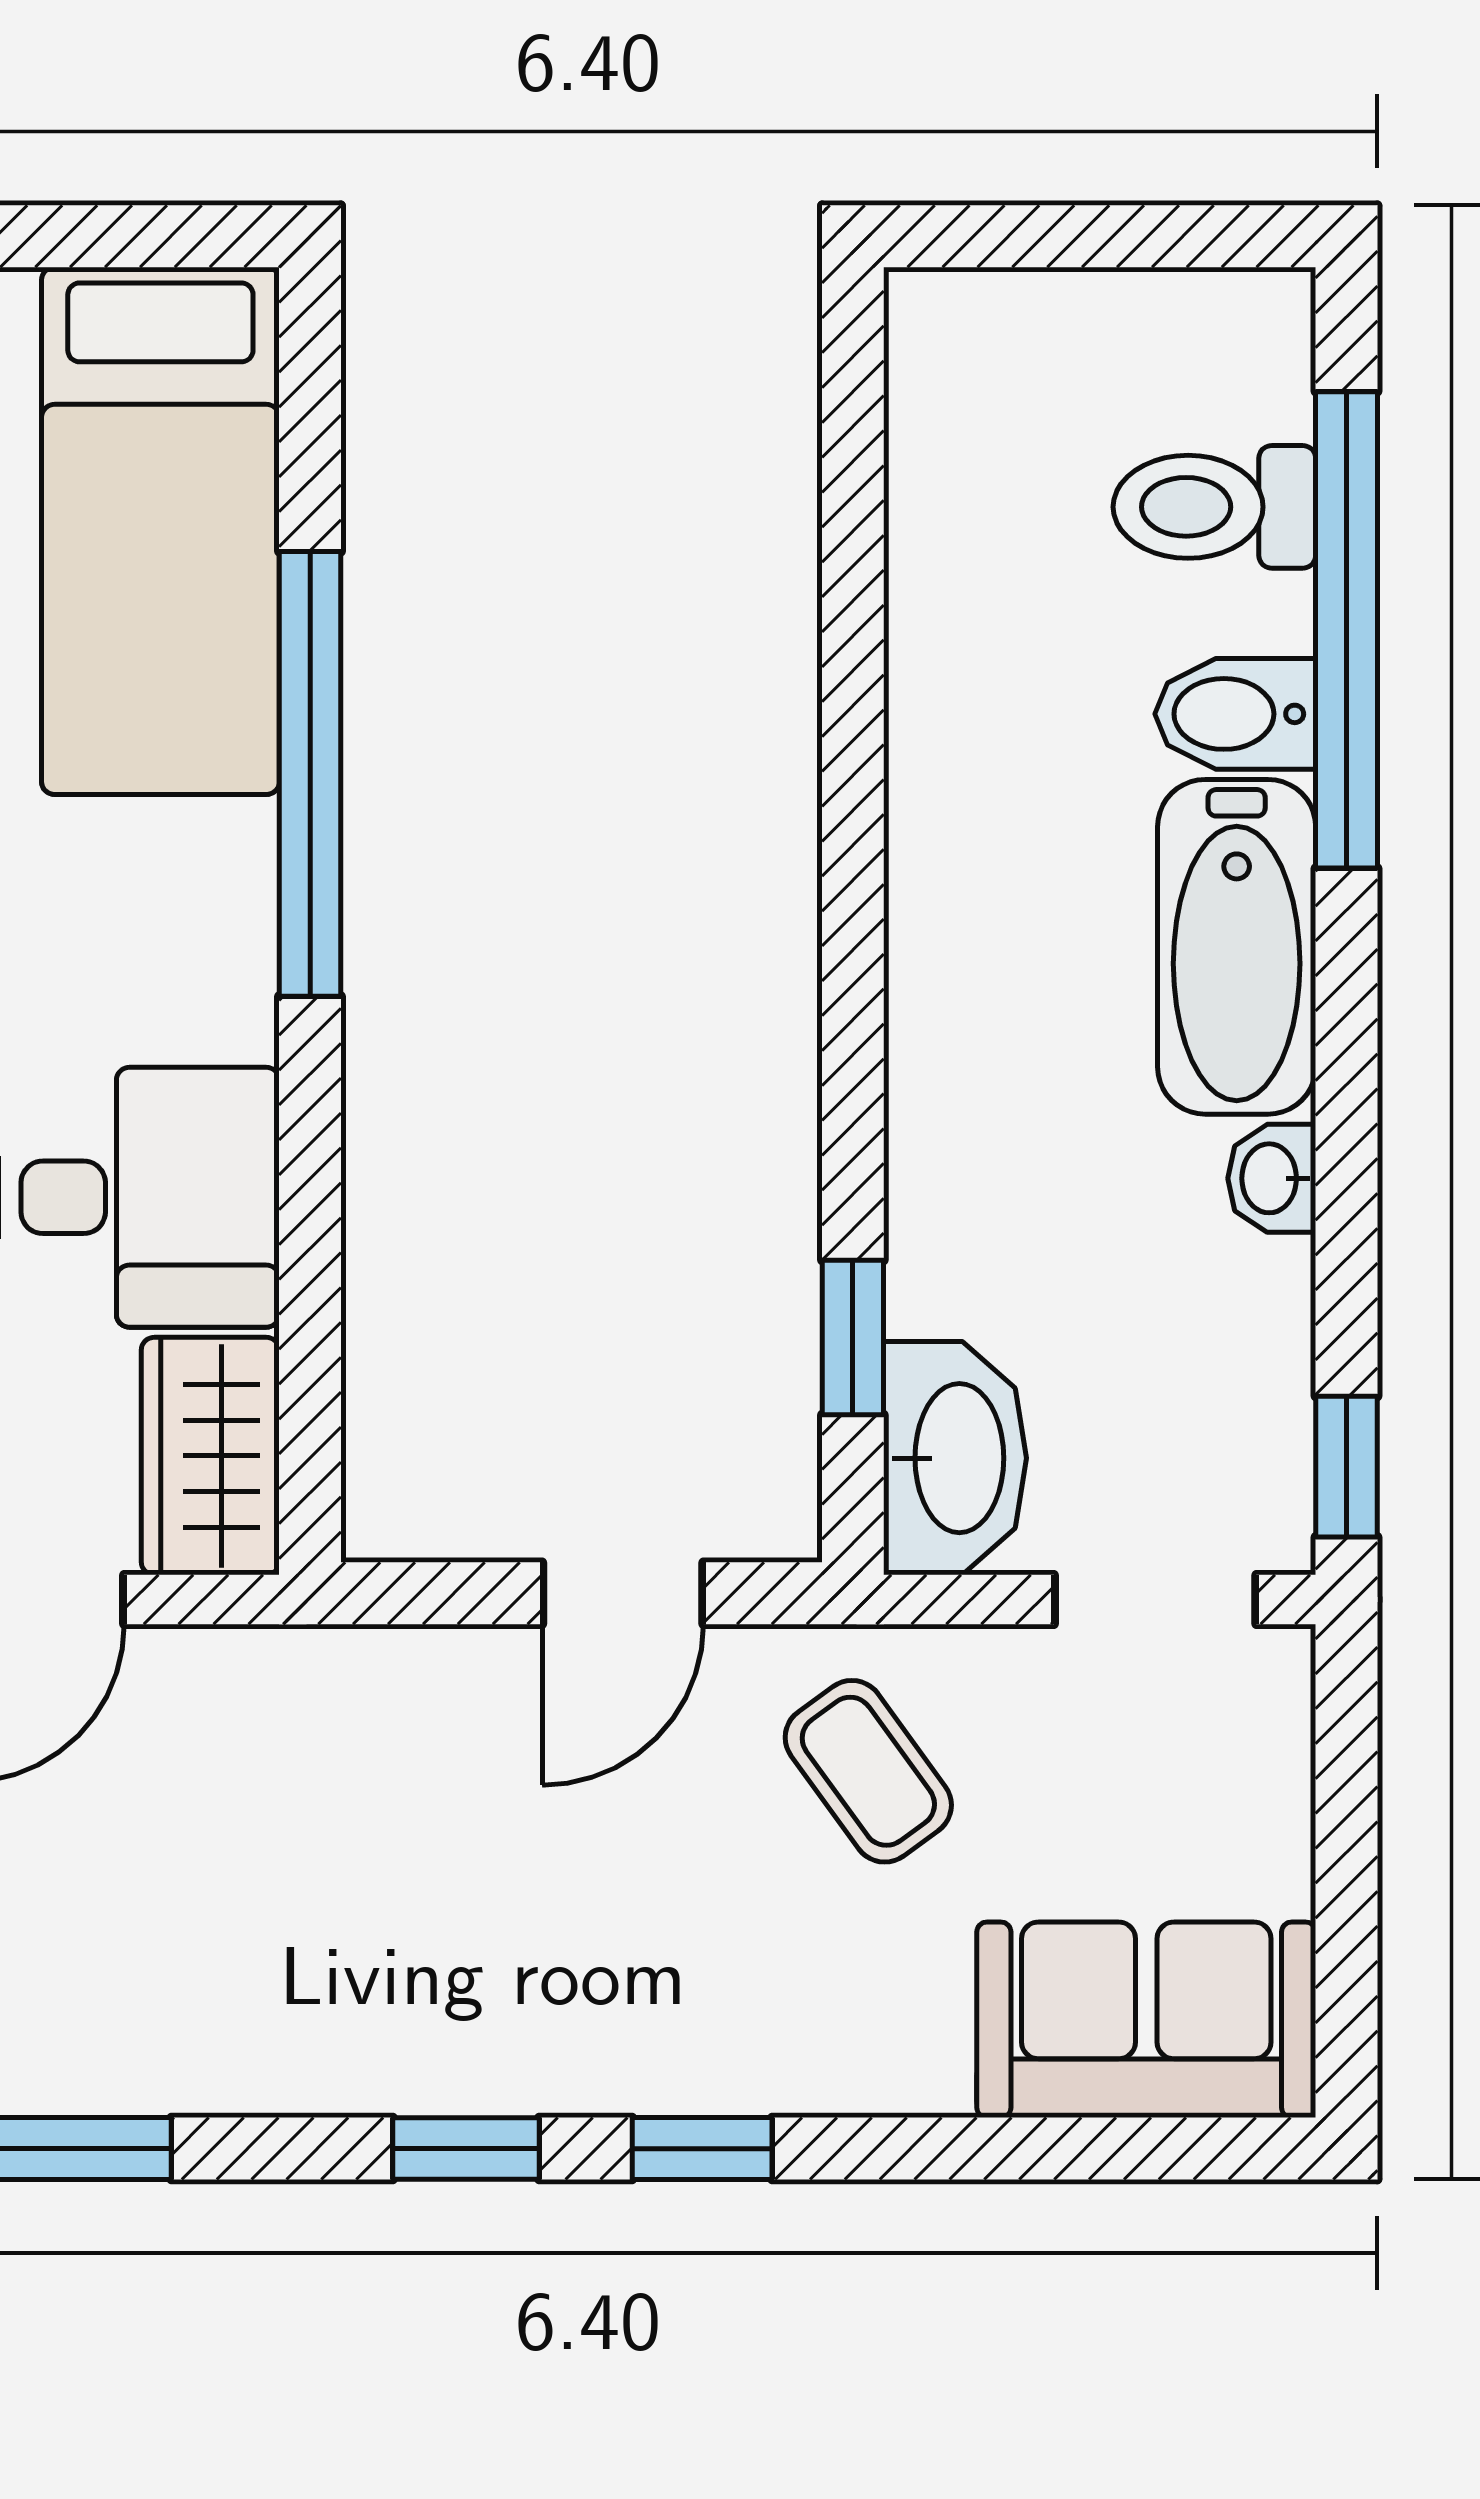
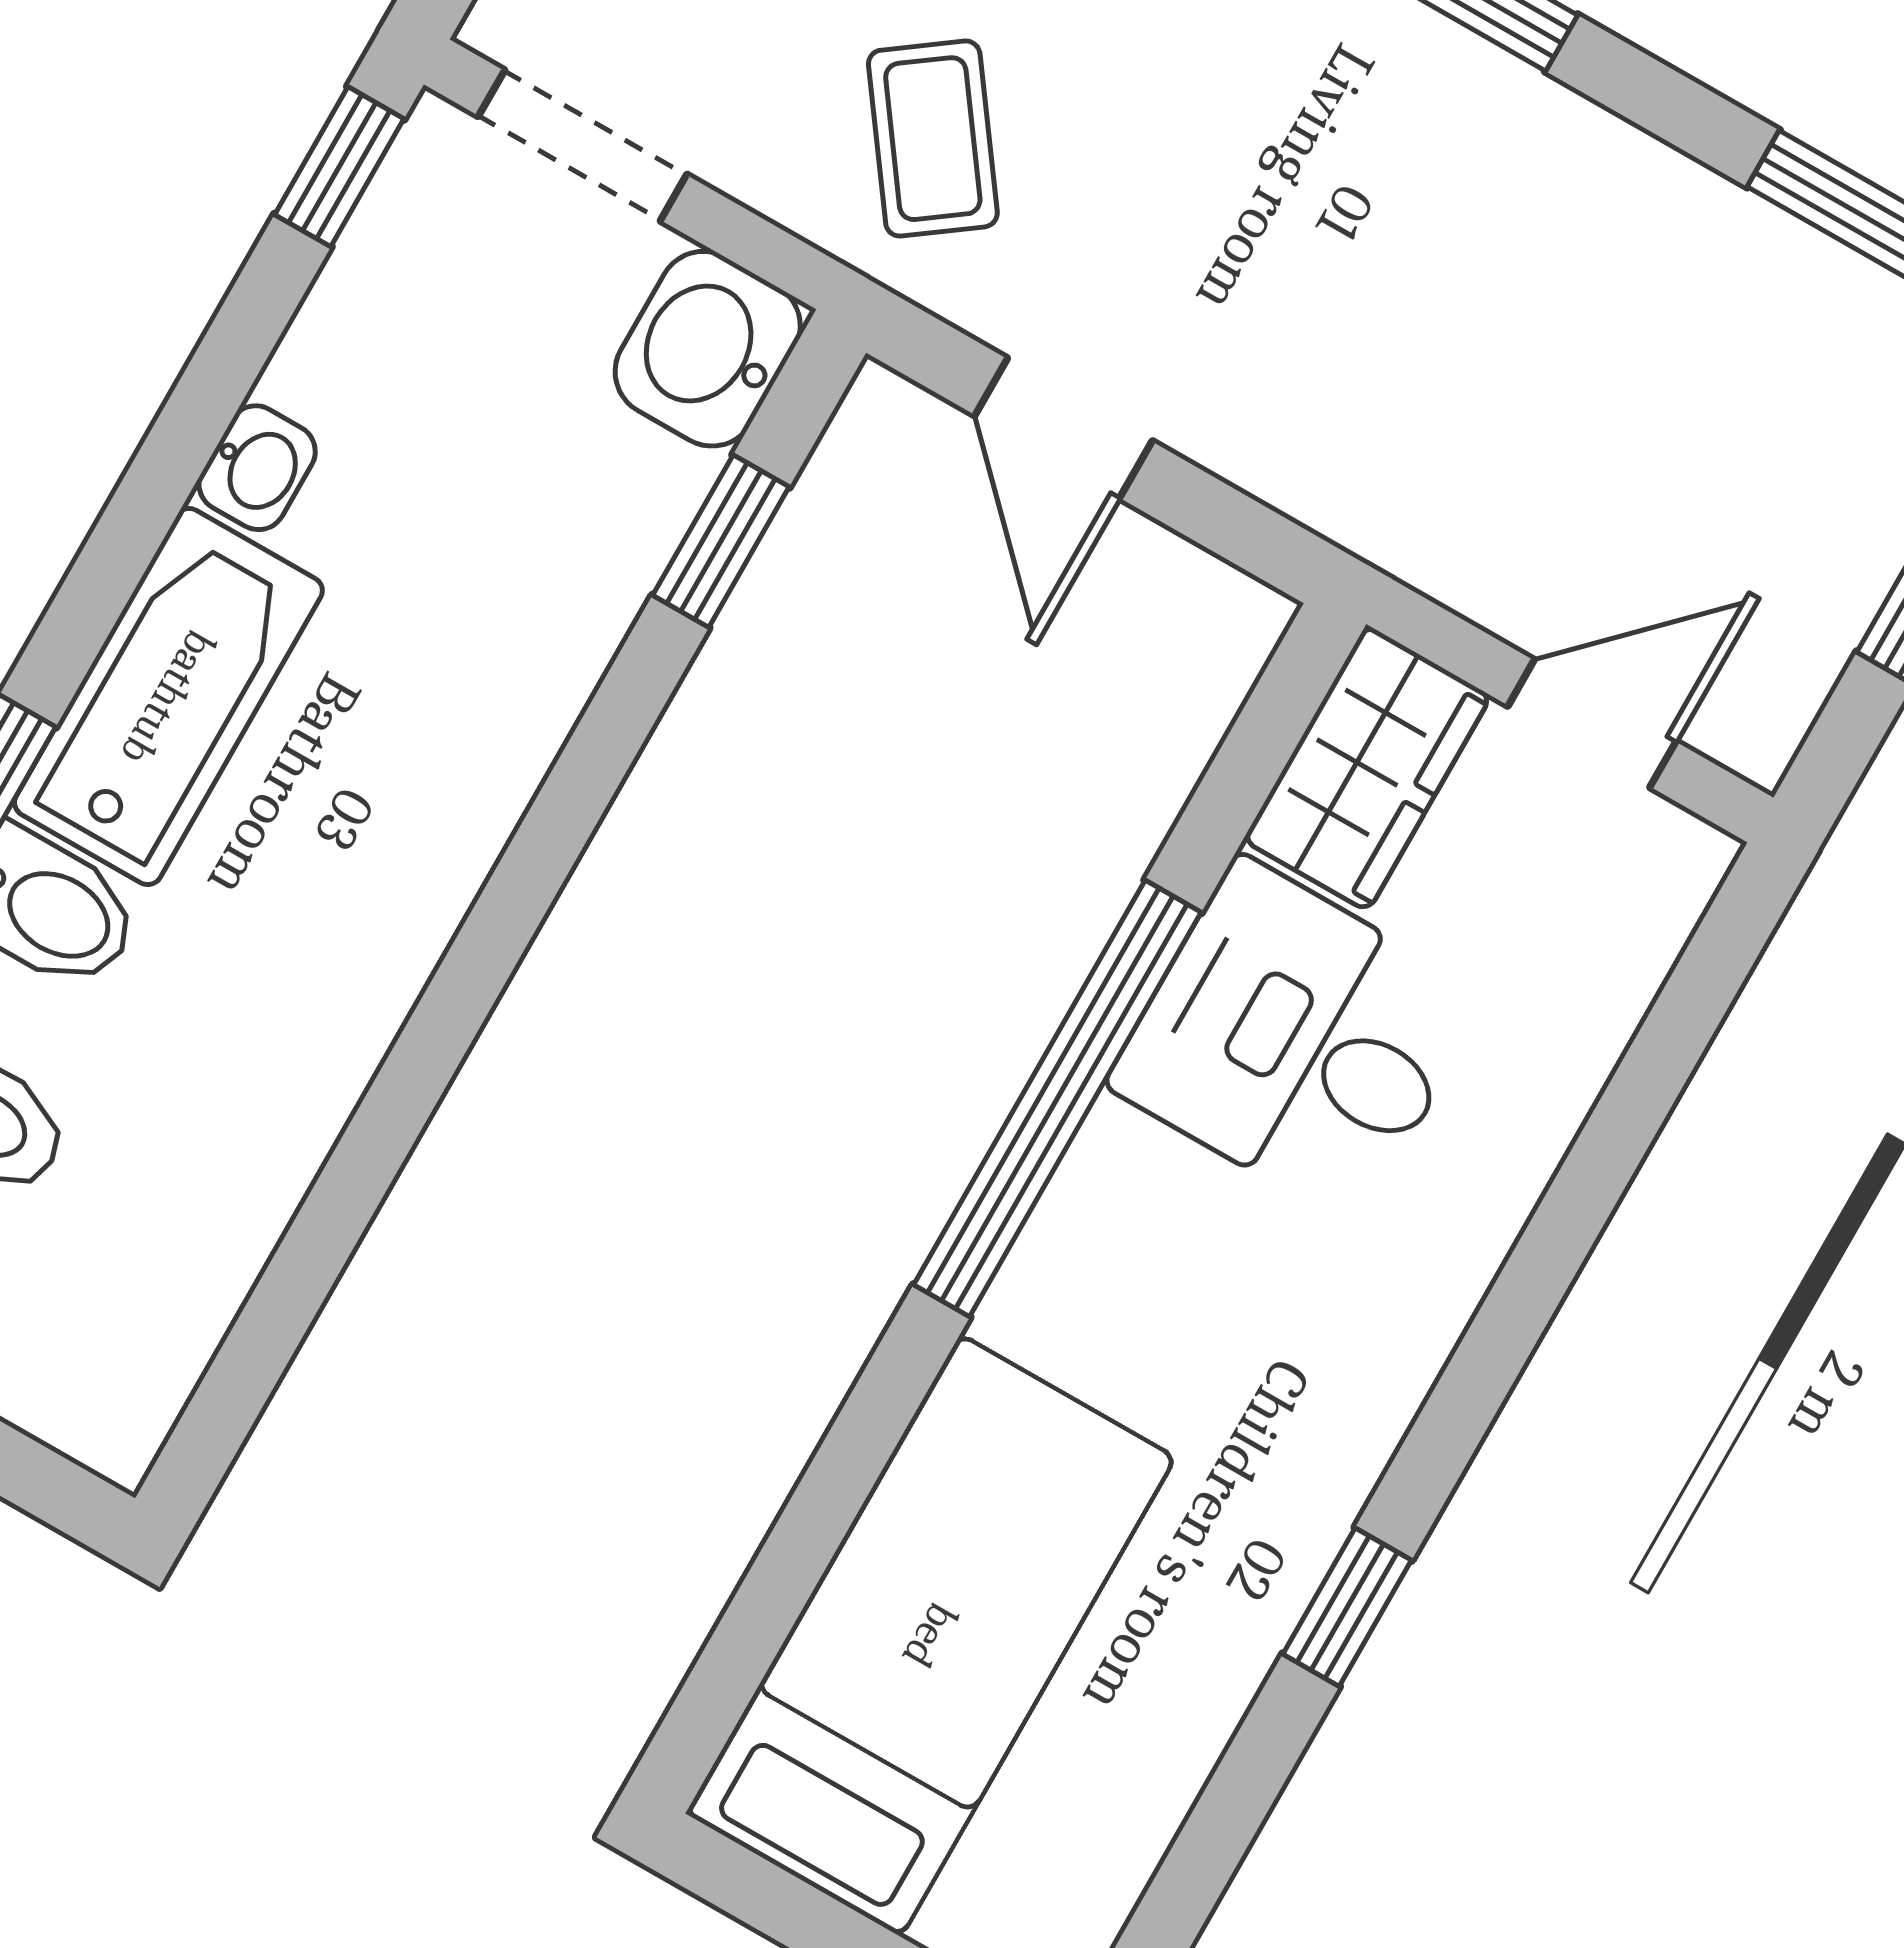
window: (310, 774) -> (1057, 1098), moved
washbasin: (955, 1458) -> (708, 349), width x0.72
door: (623, 1593) -> (1063, 428), swing flipped

